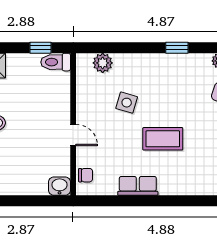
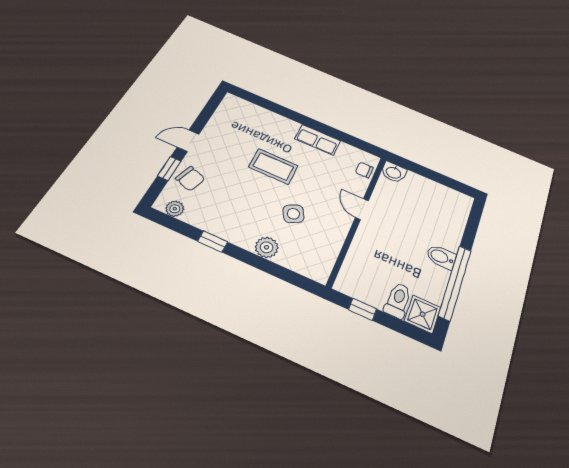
toilet: (56, 62) -> (398, 300), moved, turned -90
plant: (103, 63) -> (267, 247), moved
side table: (127, 103) -> (293, 214), turned 45

